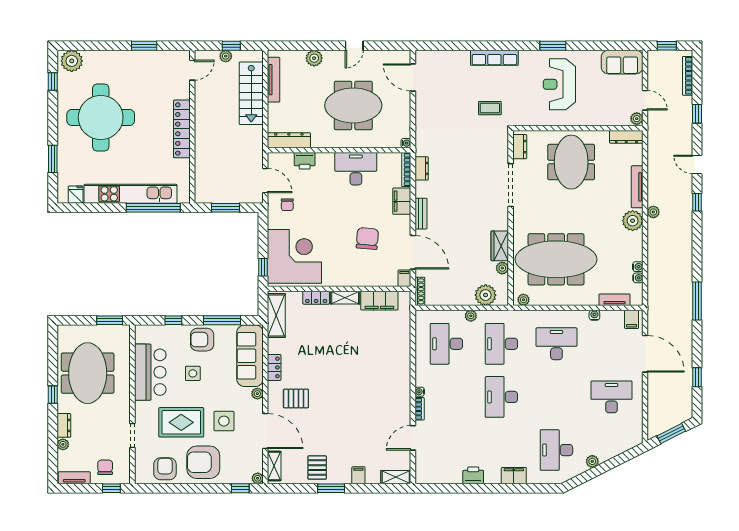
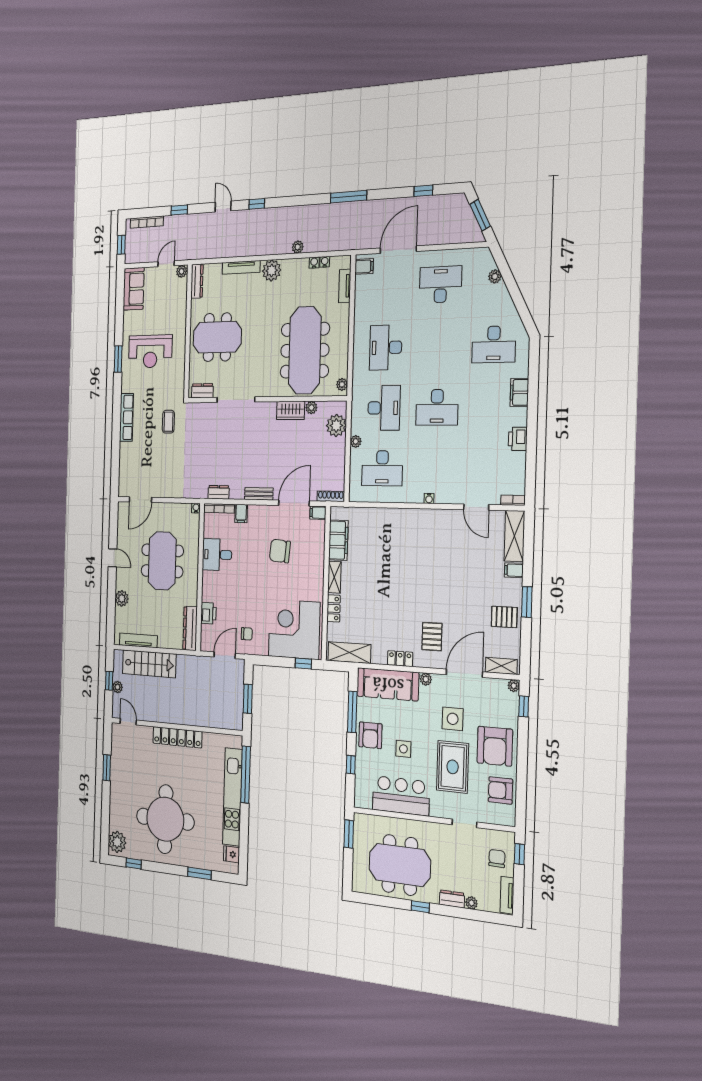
door: (697, 164) -> (223, 207), swing flipped
desk: (356, 169) -> (217, 555), width x0.73
filing cabinet: (402, 201) -> (241, 513), width x0.50
plant: (653, 212) -> (298, 247), moved
water cooler: (594, 315) -> (359, 307), removed
desk: (501, 344) -> (384, 408), turned -90
desk: (611, 397) -> (440, 285), turned 90
bookcase: (420, 409) -> (513, 500), moved
plant: (592, 461) -> (495, 276), moved
chair: (105, 467) -> (497, 858), turned 91
shelving: (396, 477) -> (514, 536), width x1.50, depth x1.33

